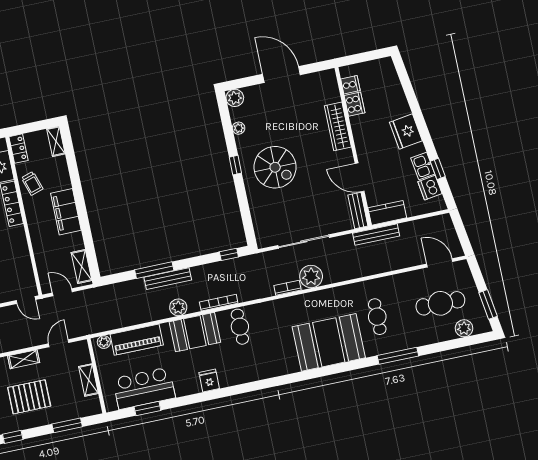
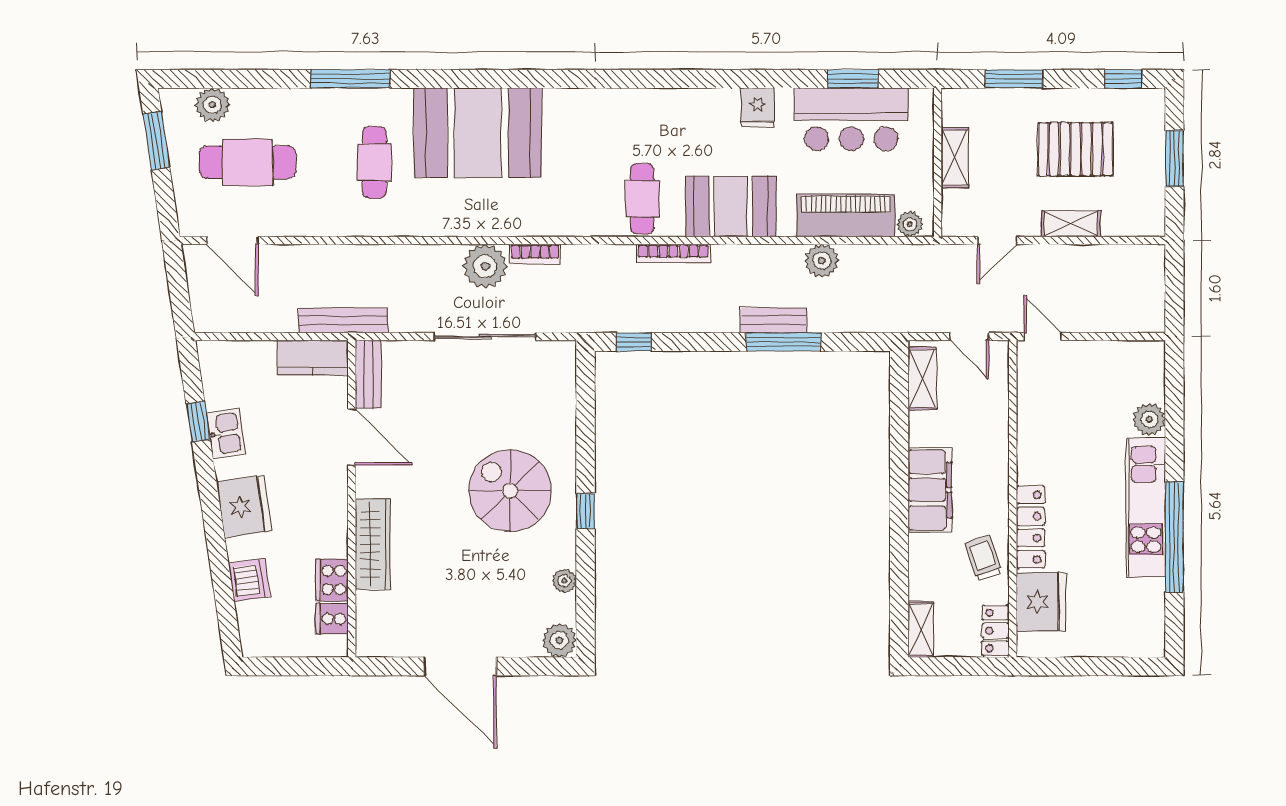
dishwasher: (430, 188) -> (249, 580), moved
bench: (168, 279) -> (773, 320), width x0.73
plant: (178, 307) -> (822, 261), moved
fridge: (209, 381) -> (758, 108), moved

